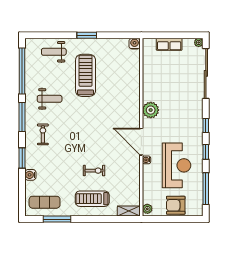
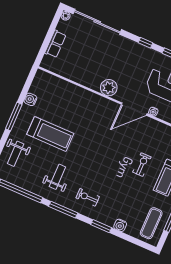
window: (87, 35) -> (14, 117), width x1.44
water cooler: (135, 44) -> (30, 99), moved
treadmill: (86, 75) -> (50, 134), turned 180

